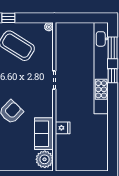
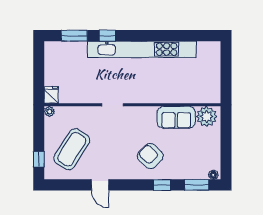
kitchen unit: (101, 68) -> (142, 49), moved
fridge: (63, 128) -> (51, 95), moved

